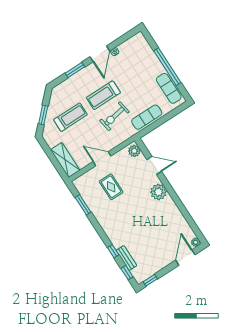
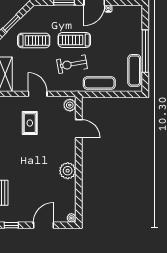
plant: (158, 192) -> (68, 171), moved
door: (185, 257) -> (44, 225), moved

